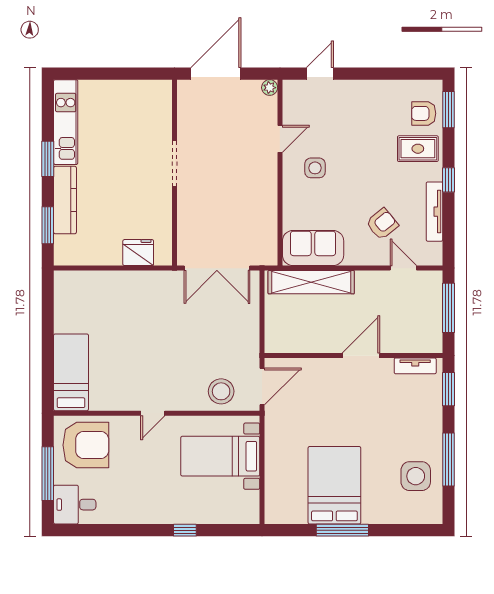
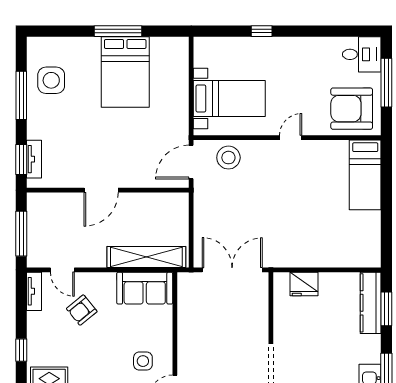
kitchen counter: (65, 200) -> (371, 303), moved
tv unit: (434, 212) -> (34, 291), moved, width x0.71
tv unit: (415, 366) -> (34, 159), moved, turned 90

